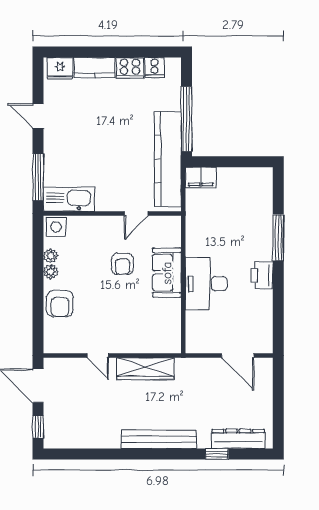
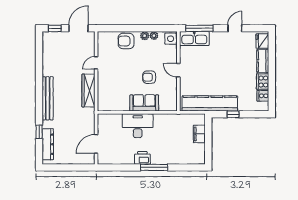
window: (187, 119) -> (233, 114), width x0.32
filing cabinet: (201, 177) -> (199, 134), moved
kitchen sink: (69, 199) -> (194, 39), moved, turned 90
door: (136, 213) -> (178, 70), moved
window: (278, 238) -> (154, 167), moved

